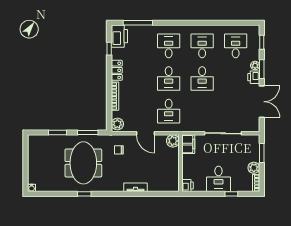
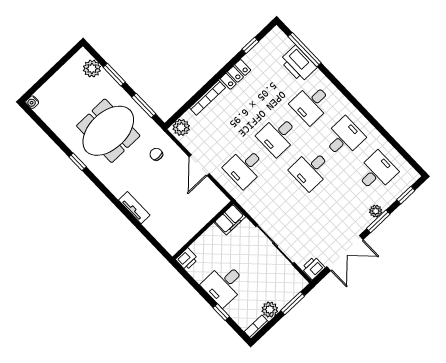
printer: (119, 36) -> (298, 64), moved, turned 90
desk: (169, 46) -> (311, 104), turned 180
printer: (254, 77) -> (313, 268), moved
plant: (173, 141) -> (92, 69), moved

